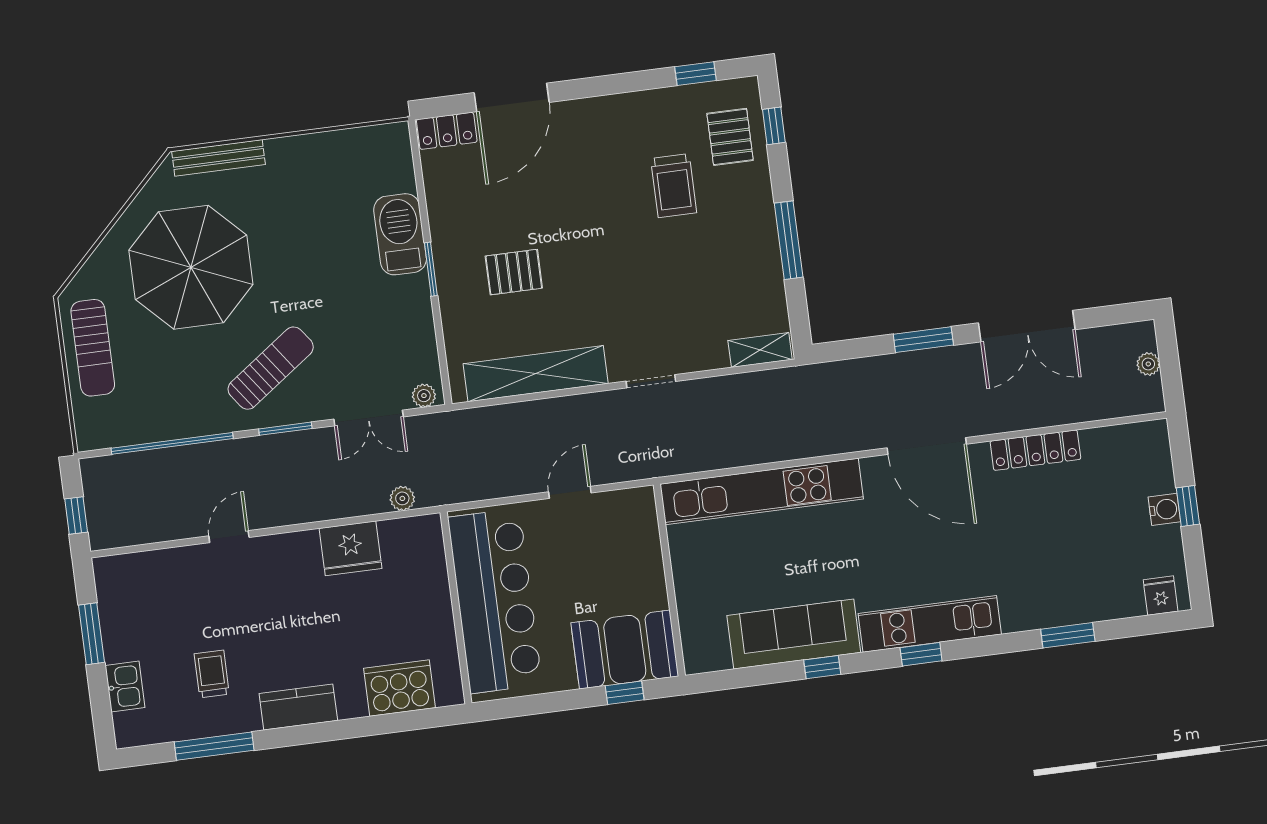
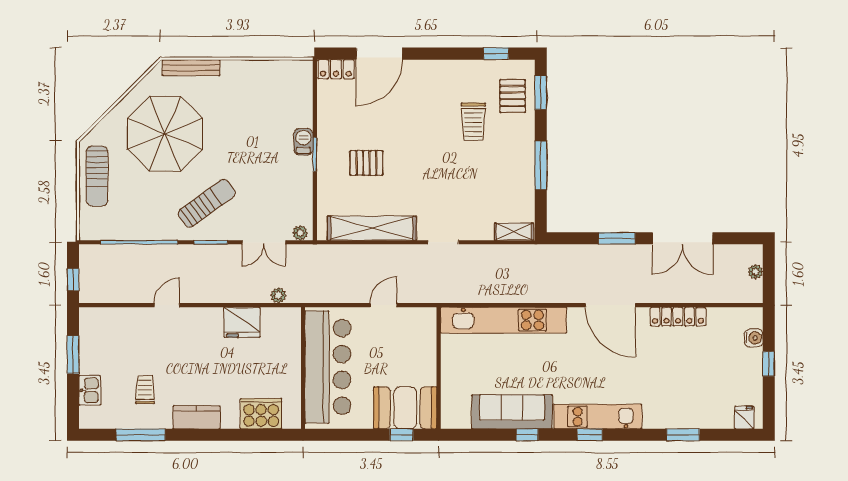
window: (774, 126) -> (541, 93), width x1.50
barbecue: (400, 234) -> (303, 142), width x0.53, depth x0.65
water cooler: (1164, 509) -> (754, 338), moved

